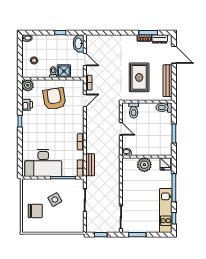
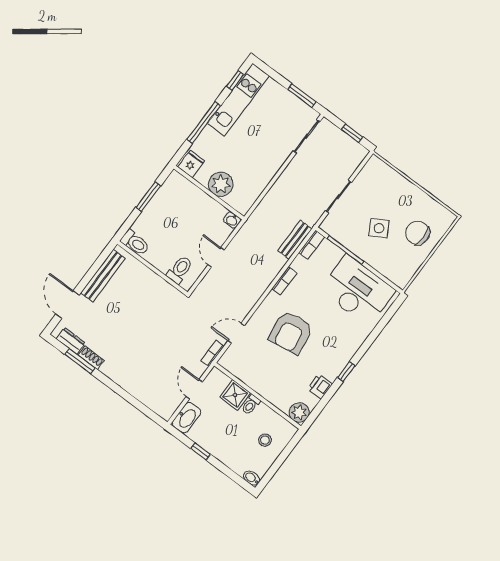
rug: (139, 77) -> (138, 309), removed
armchair: (54, 99) -> (291, 332), moved

